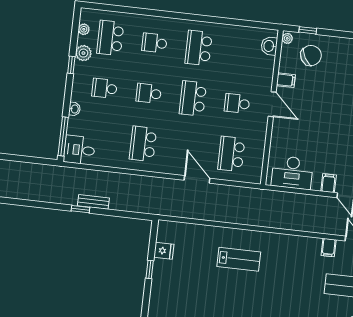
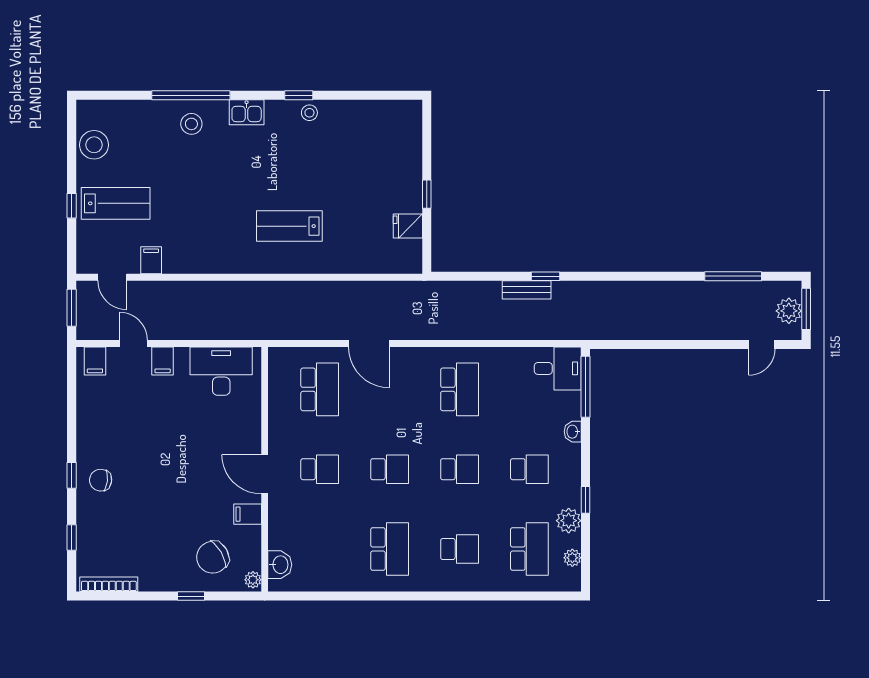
window: (308, 30) -> (191, 596), moved
school desk: (193, 98) -> (390, 469), width x0.54

